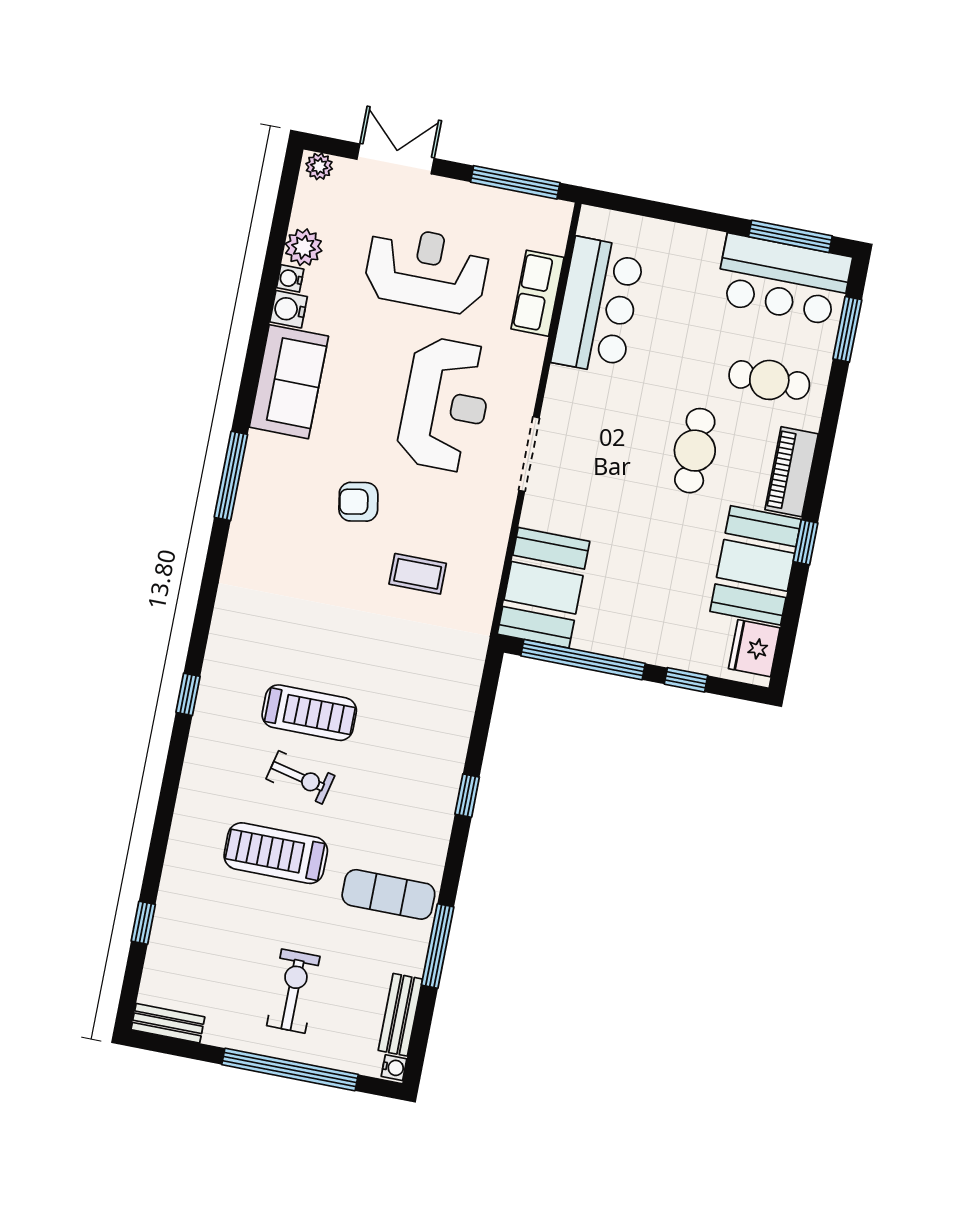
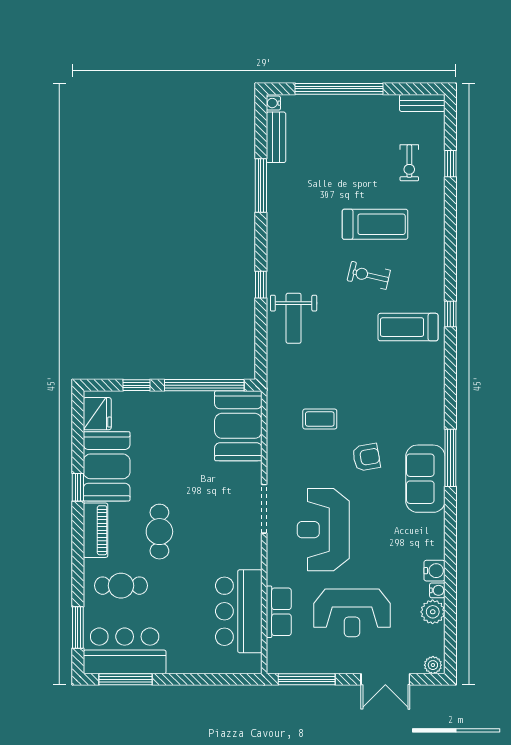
sofa: (289, 382) -> (425, 479), moved
treadmill: (309, 713) -> (408, 327), moved
weight bench: (427, 735) -> (294, 318), added
exercise mat: (388, 894) -> (298, 212), removed
exercise bike: (293, 991) -> (409, 163), moved, width x0.73, depth x0.72

